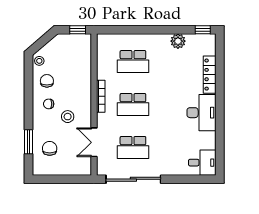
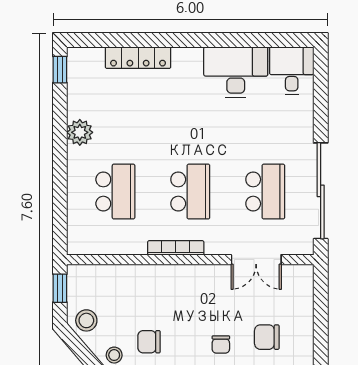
plant: (178, 41) -> (80, 132), moved
chair: (49, 104) -> (221, 344), moved
desk: (201, 113) -> (236, 72), moved
stool: (68, 117) -> (86, 320), moved

